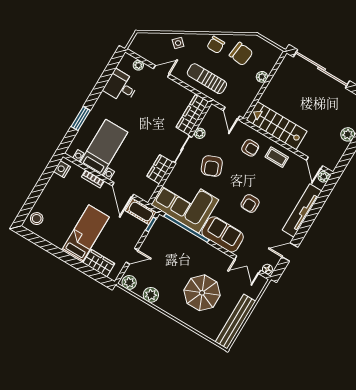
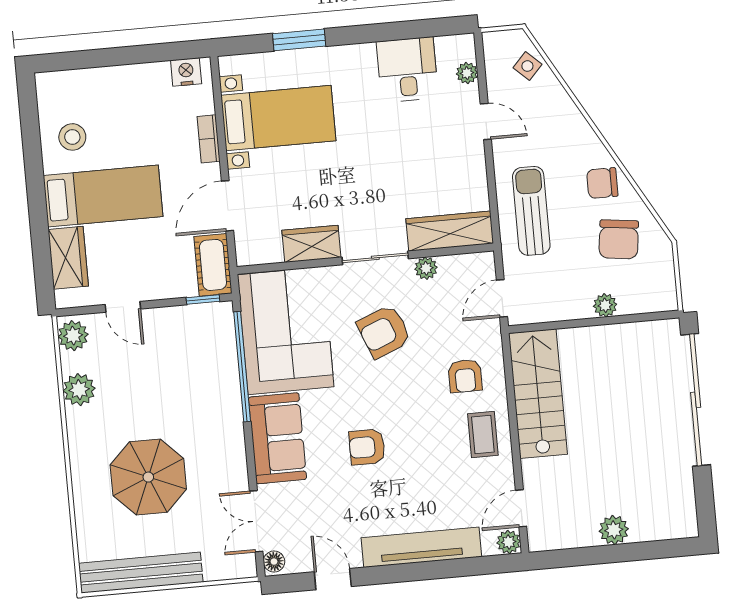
side table: (178, 43) -> (527, 66), moved
stool: (37, 219) -> (72, 137), moved

